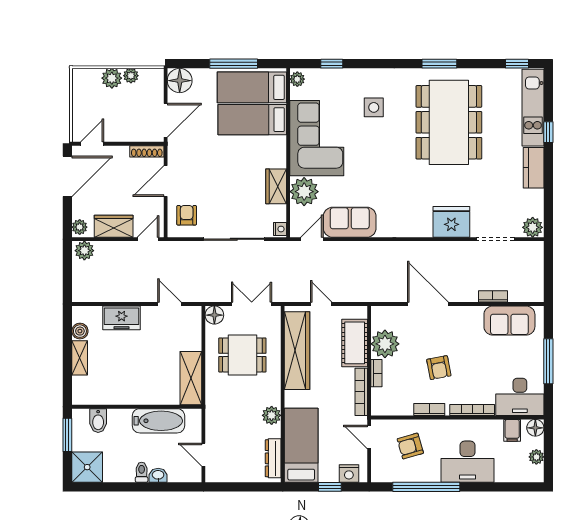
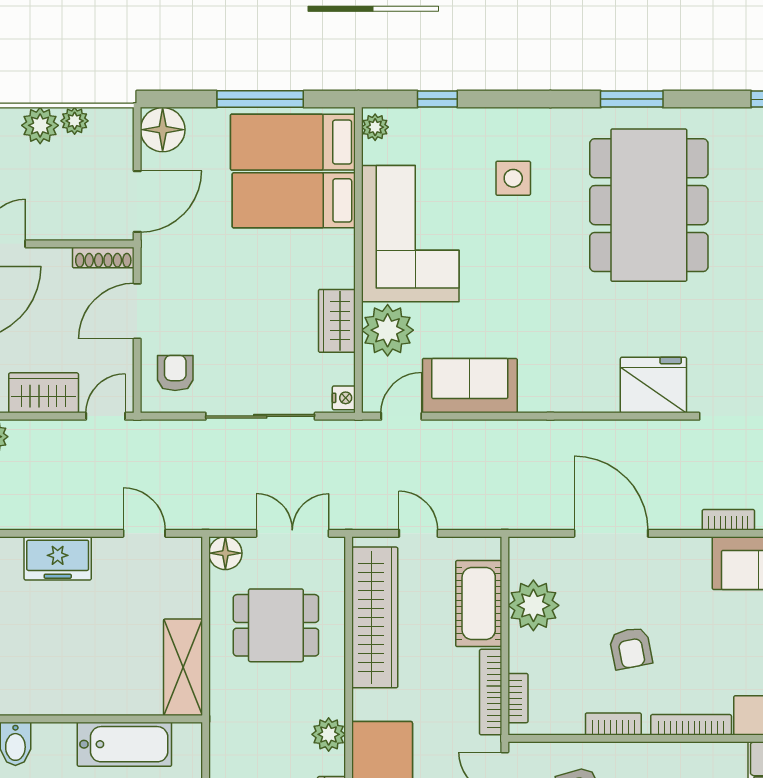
bookcase: (376, 373) -> (518, 698), moved

